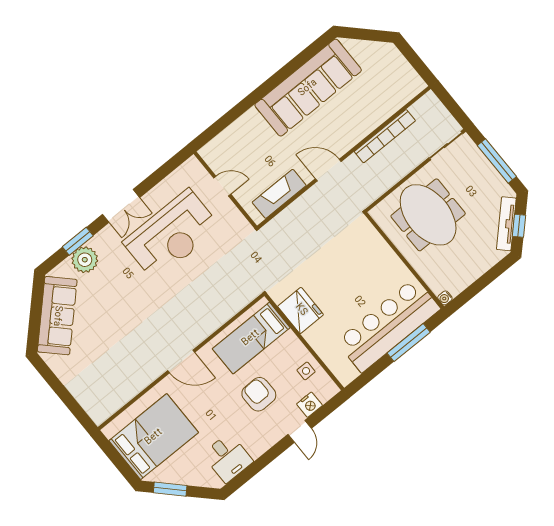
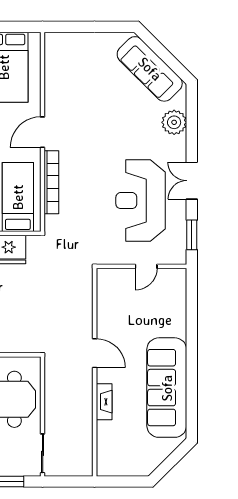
bookcase: (385, 136) -> (51, 182), moved, turned 180
door: (328, 170) -> (95, 353), hinge flipped
fireplace: (279, 194) -> (104, 402), moved, width x0.73, depth x0.76
window: (78, 241) -> (192, 235), moved

